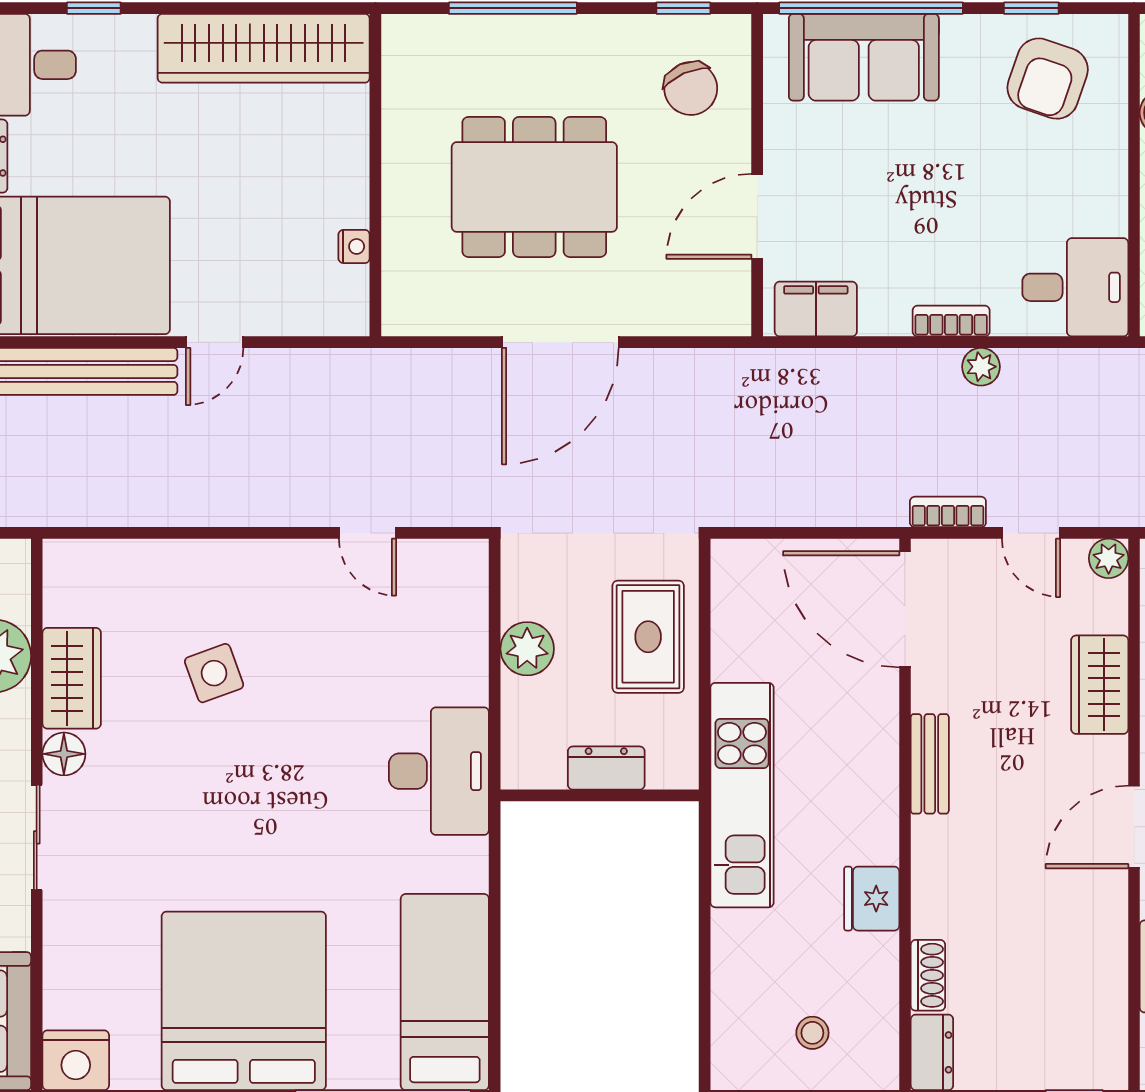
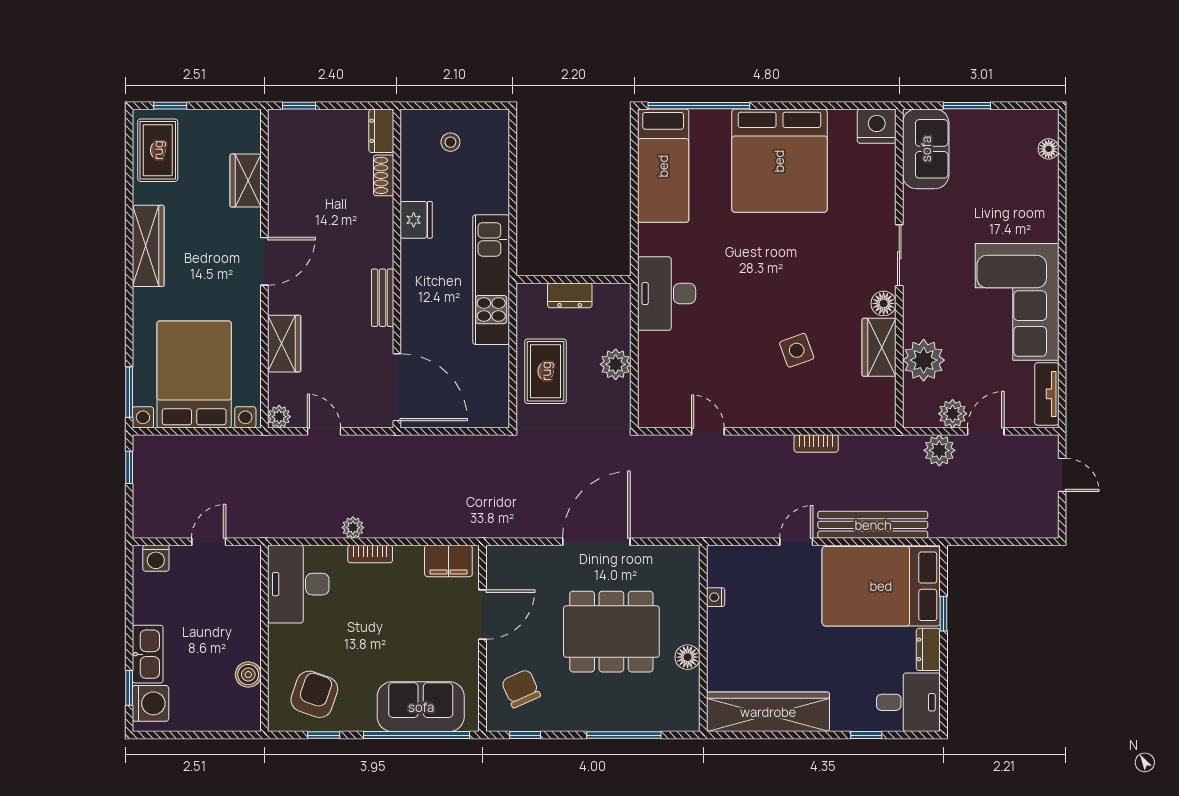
floor lamp: (403, 143) -> (688, 657), added
desk: (1075, 287) -> (298, 584), width x1.37
bookcase: (948, 512) -> (816, 443), moved

